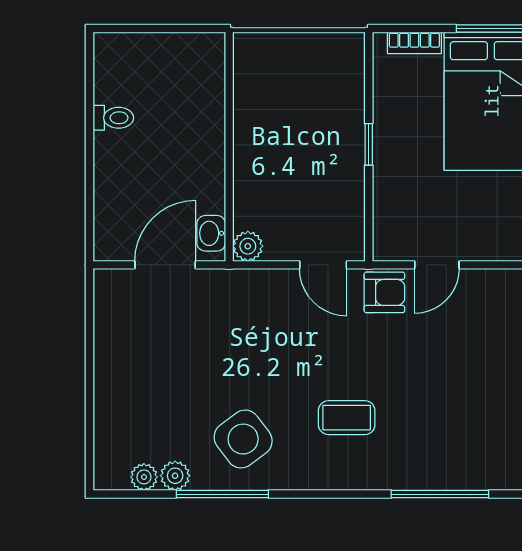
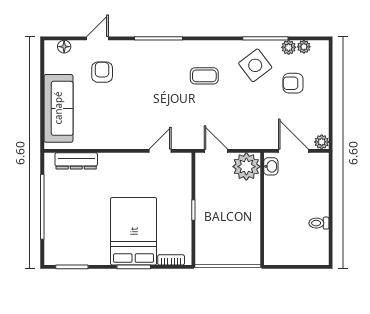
plant: (248, 246) -> (246, 167), width x1.87, depth x1.87
door: (165, 265) -> (293, 151), swing flipped
plant: (108, 283) -> (322, 142), added
armchair: (384, 292) -> (293, 83), moved

